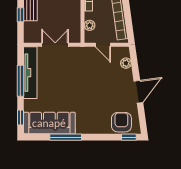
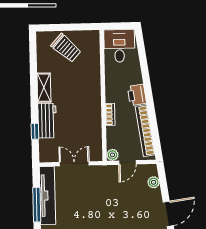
plant: (90, 25) -> (112, 155), moved
door: (103, 45) -> (127, 162), hinge flipped

